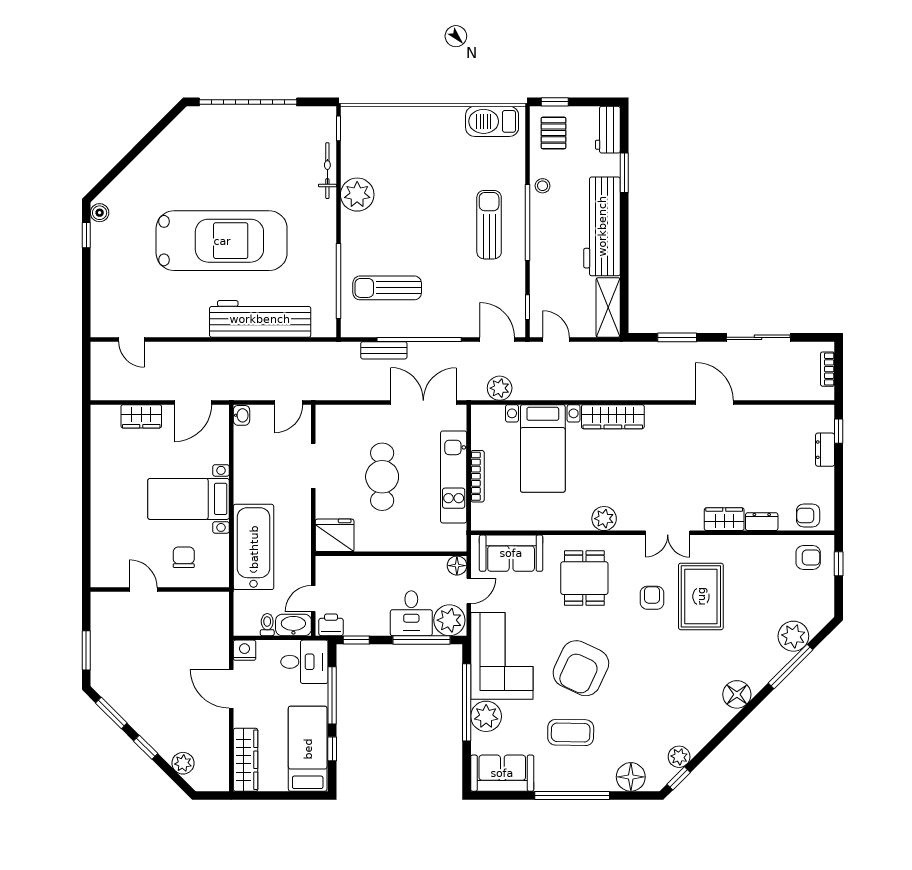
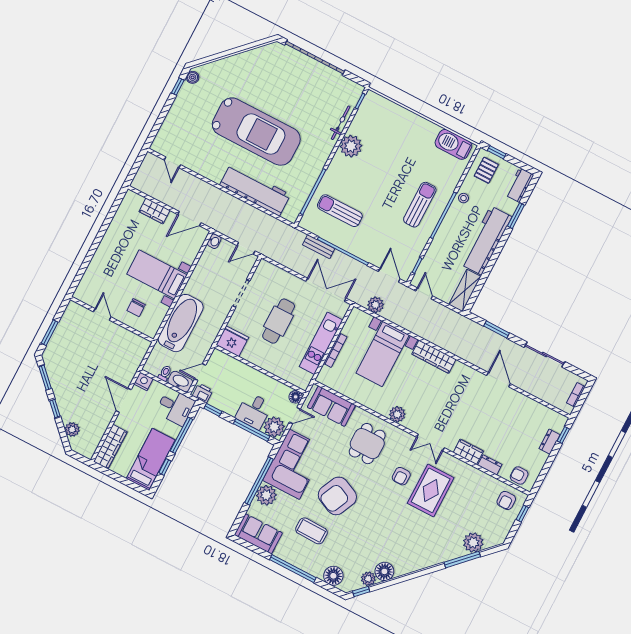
chair: (184, 557) -> (136, 308), turned 180
armchair: (808, 557) -> (506, 500), turned 90
armchair: (652, 598) -> (401, 476), turned 180
floor lamp: (737, 694) -> (384, 571), moved

